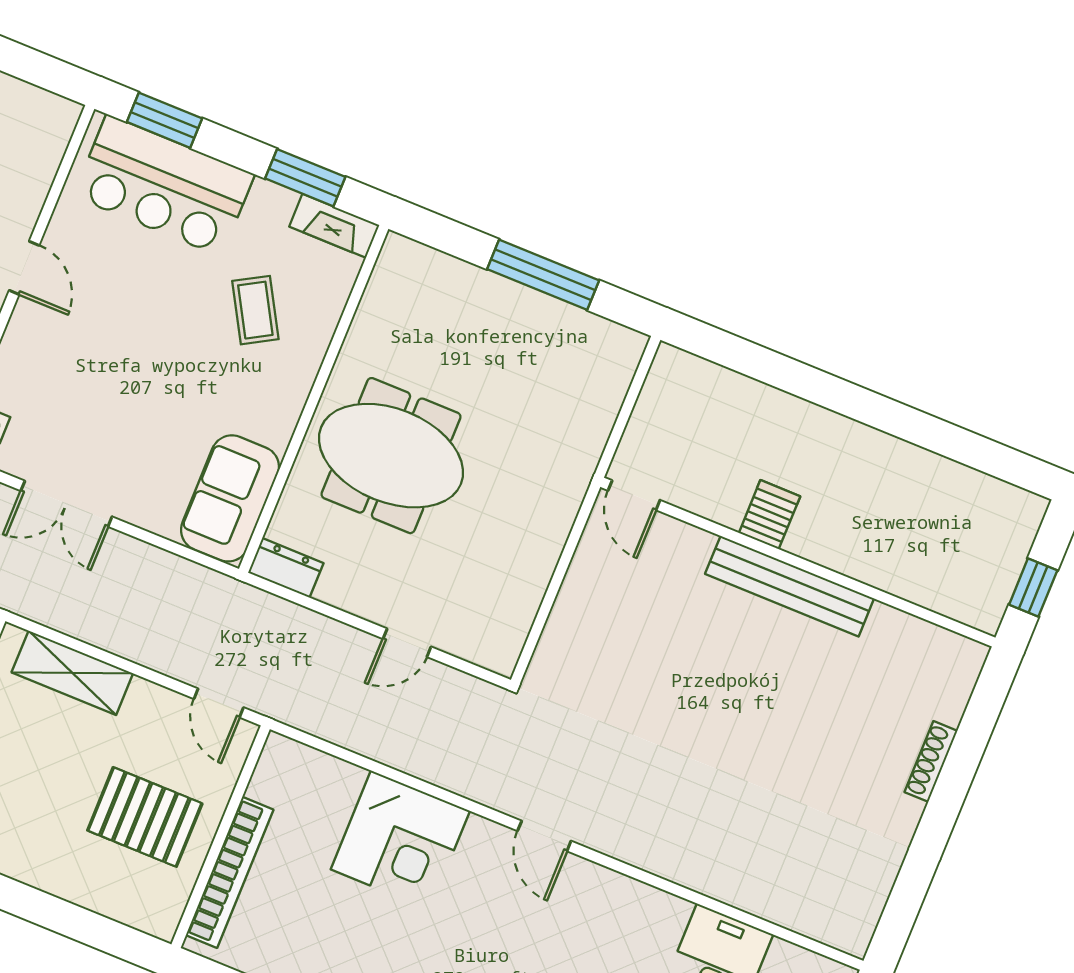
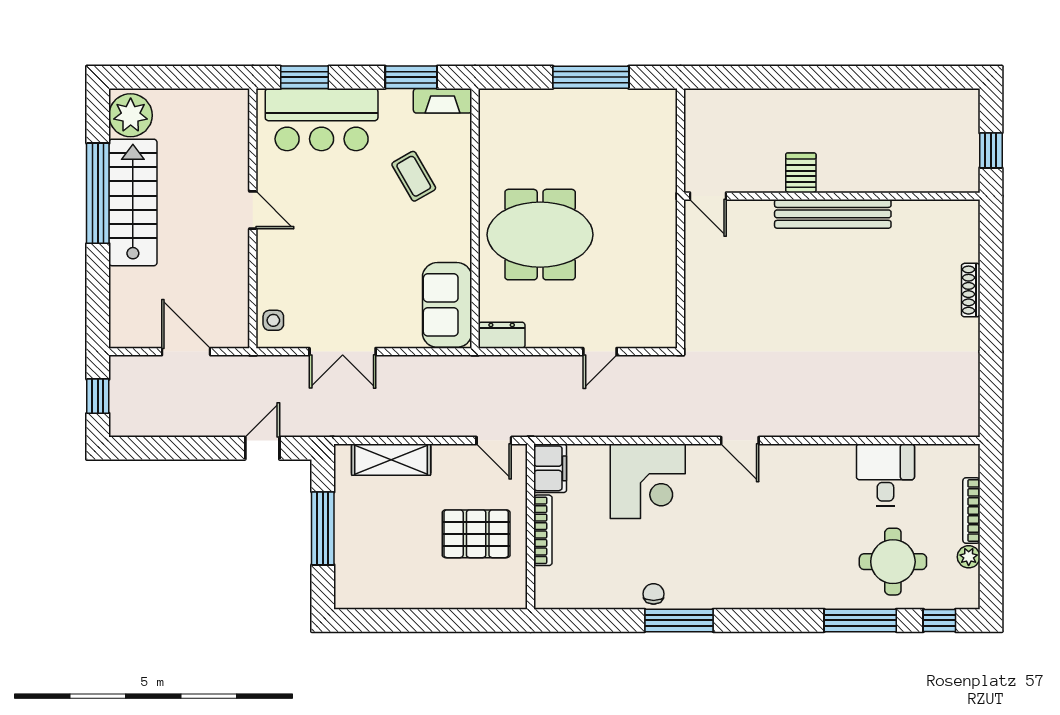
filing cabinet: (278, 770) -> (550, 468), added
bookcase: (230, 872) -> (543, 530), width x0.68, depth x0.76

